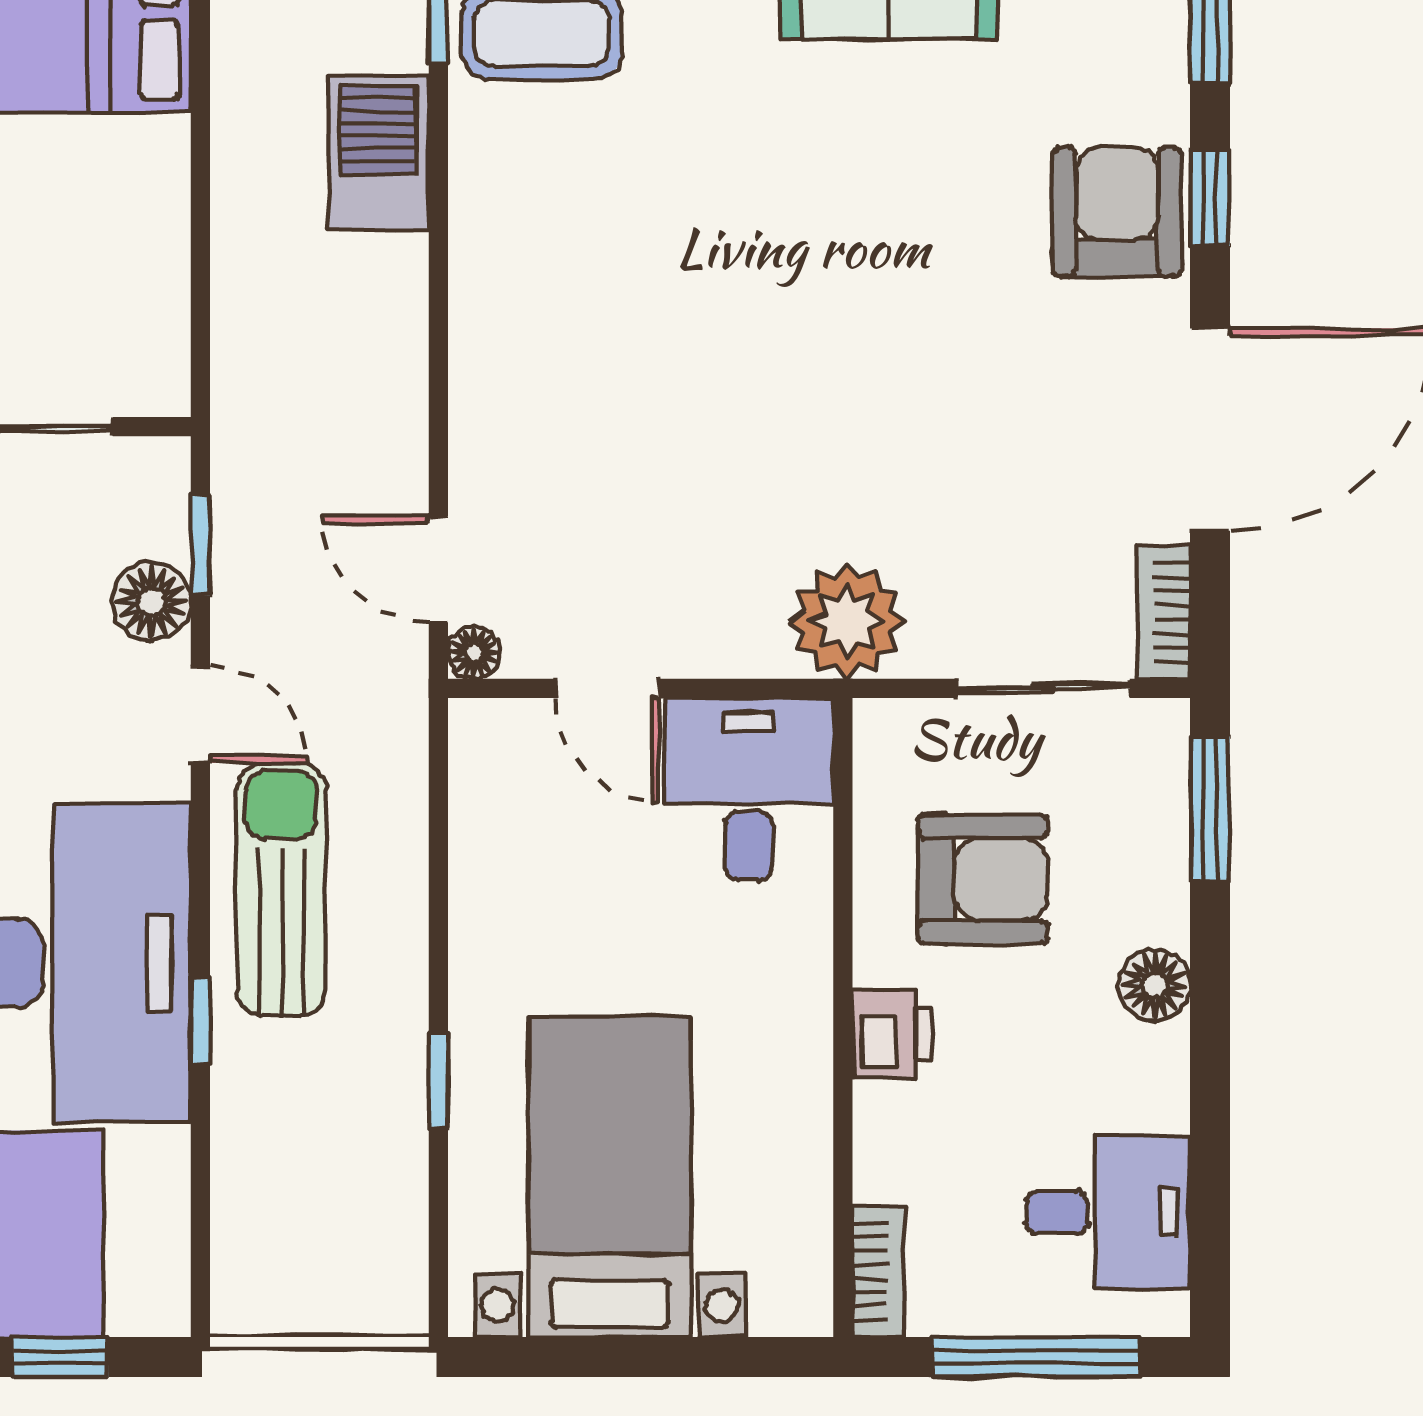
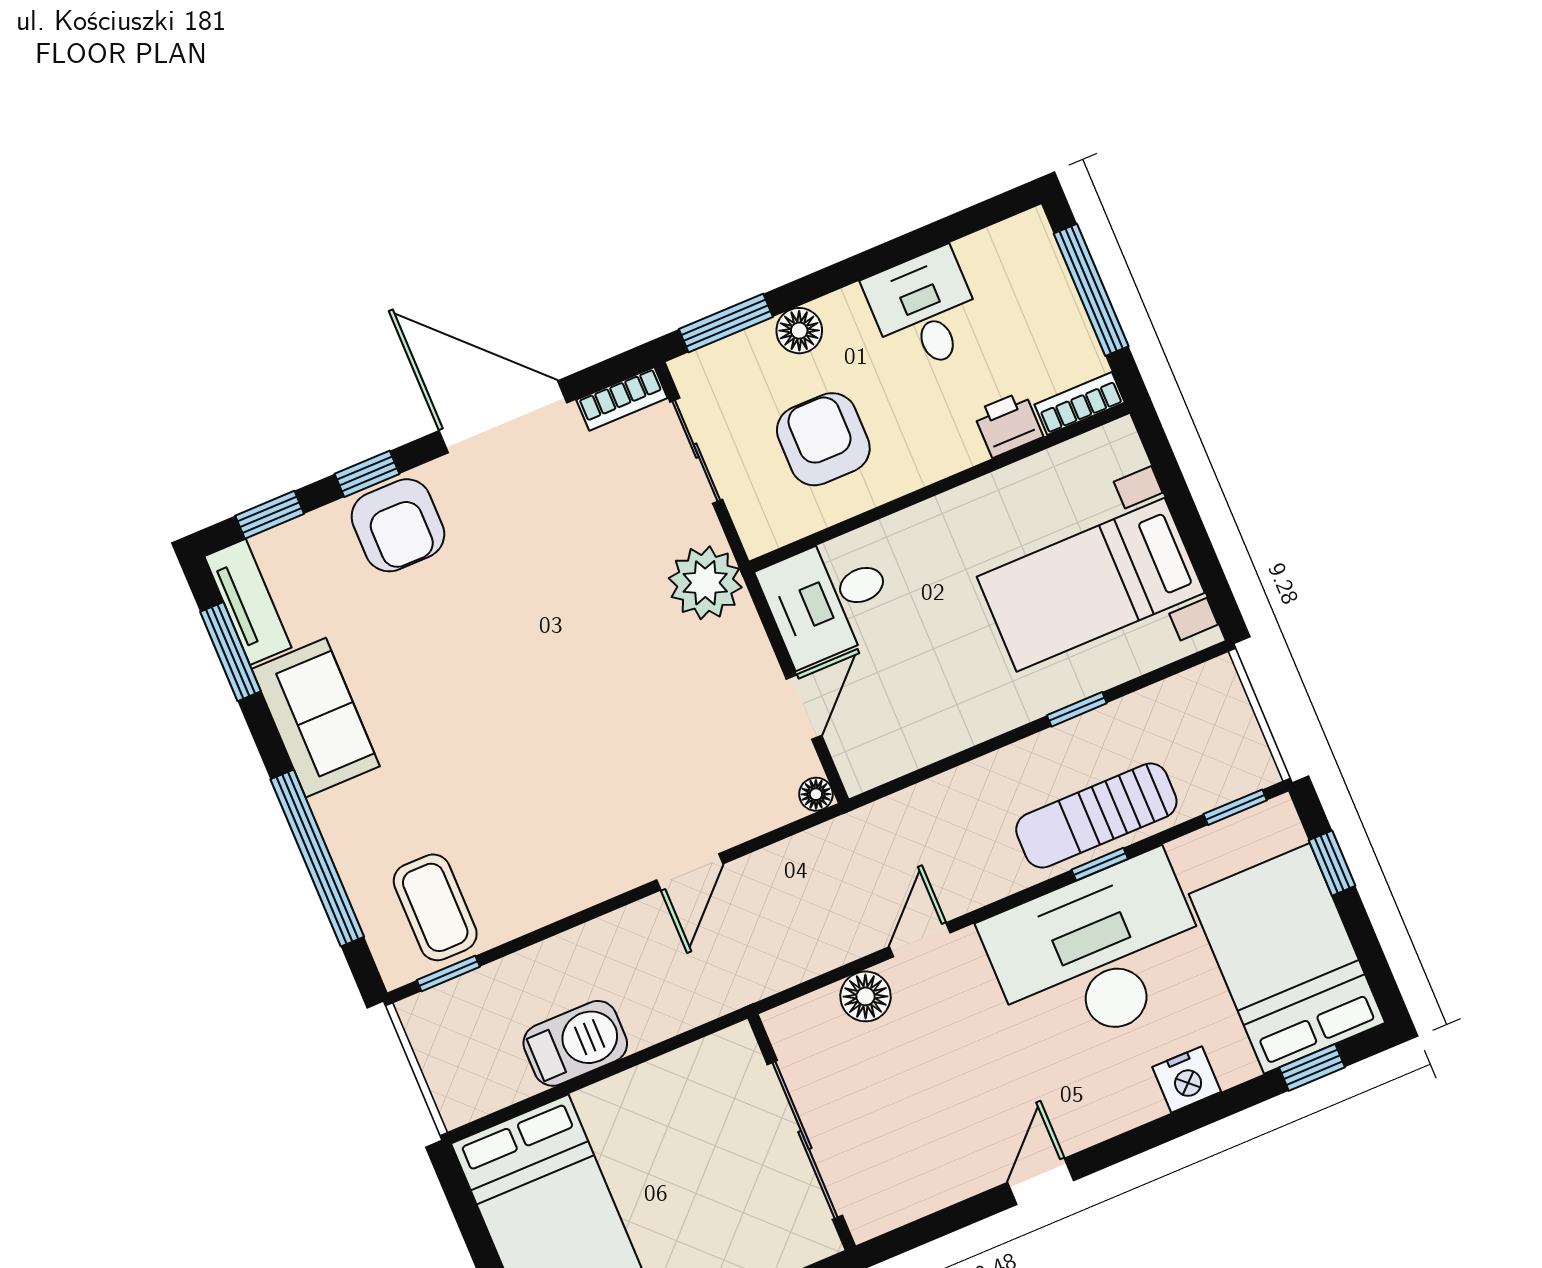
barbecue: (379, 153) -> (575, 1043), moved, turned 180
armchair: (1117, 212) -> (398, 525), turned -90
window: (200, 545) -> (1235, 807), moved
door: (438, 569) -> (690, 872), moved
sun lounger: (282, 889) -> (1096, 816), moved
floor lamp: (1155, 985) -> (799, 331), moved
printer: (892, 1034) -> (1008, 424), moved
desk: (1108, 1213) -> (925, 310), moved

